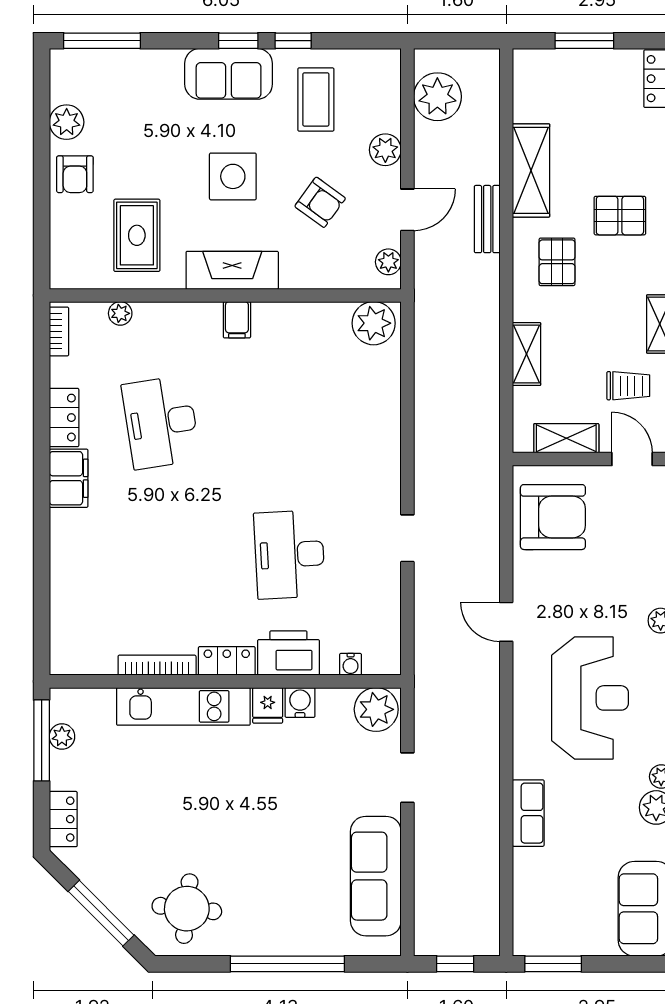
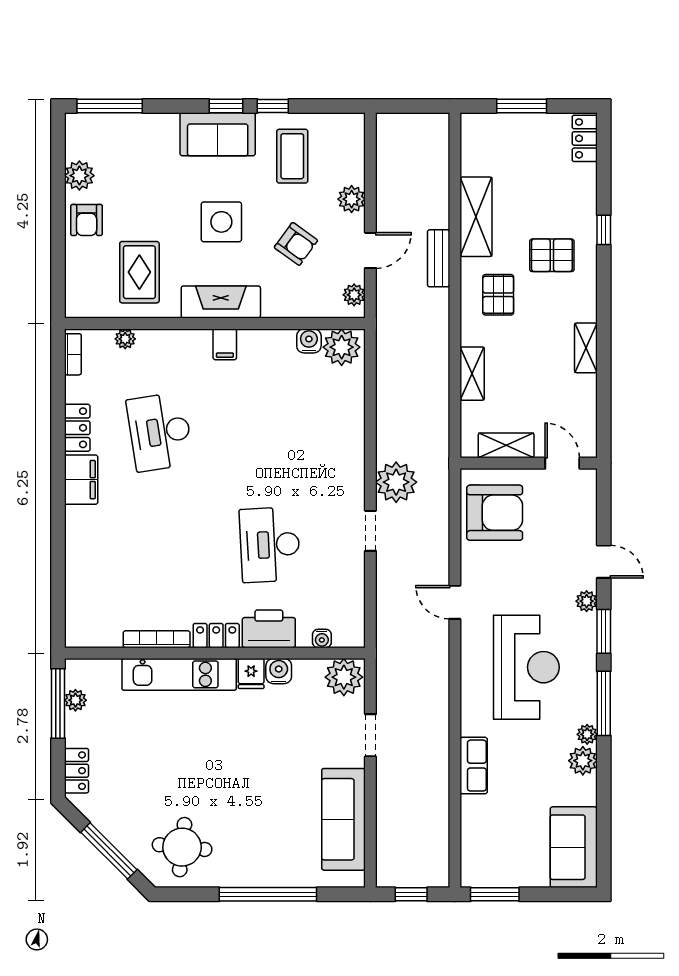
plant: (437, 97) -> (396, 482), moved
water cooler: (335, 316) -> (309, 341), added
trolley: (628, 386) -> (559, 401), removed

